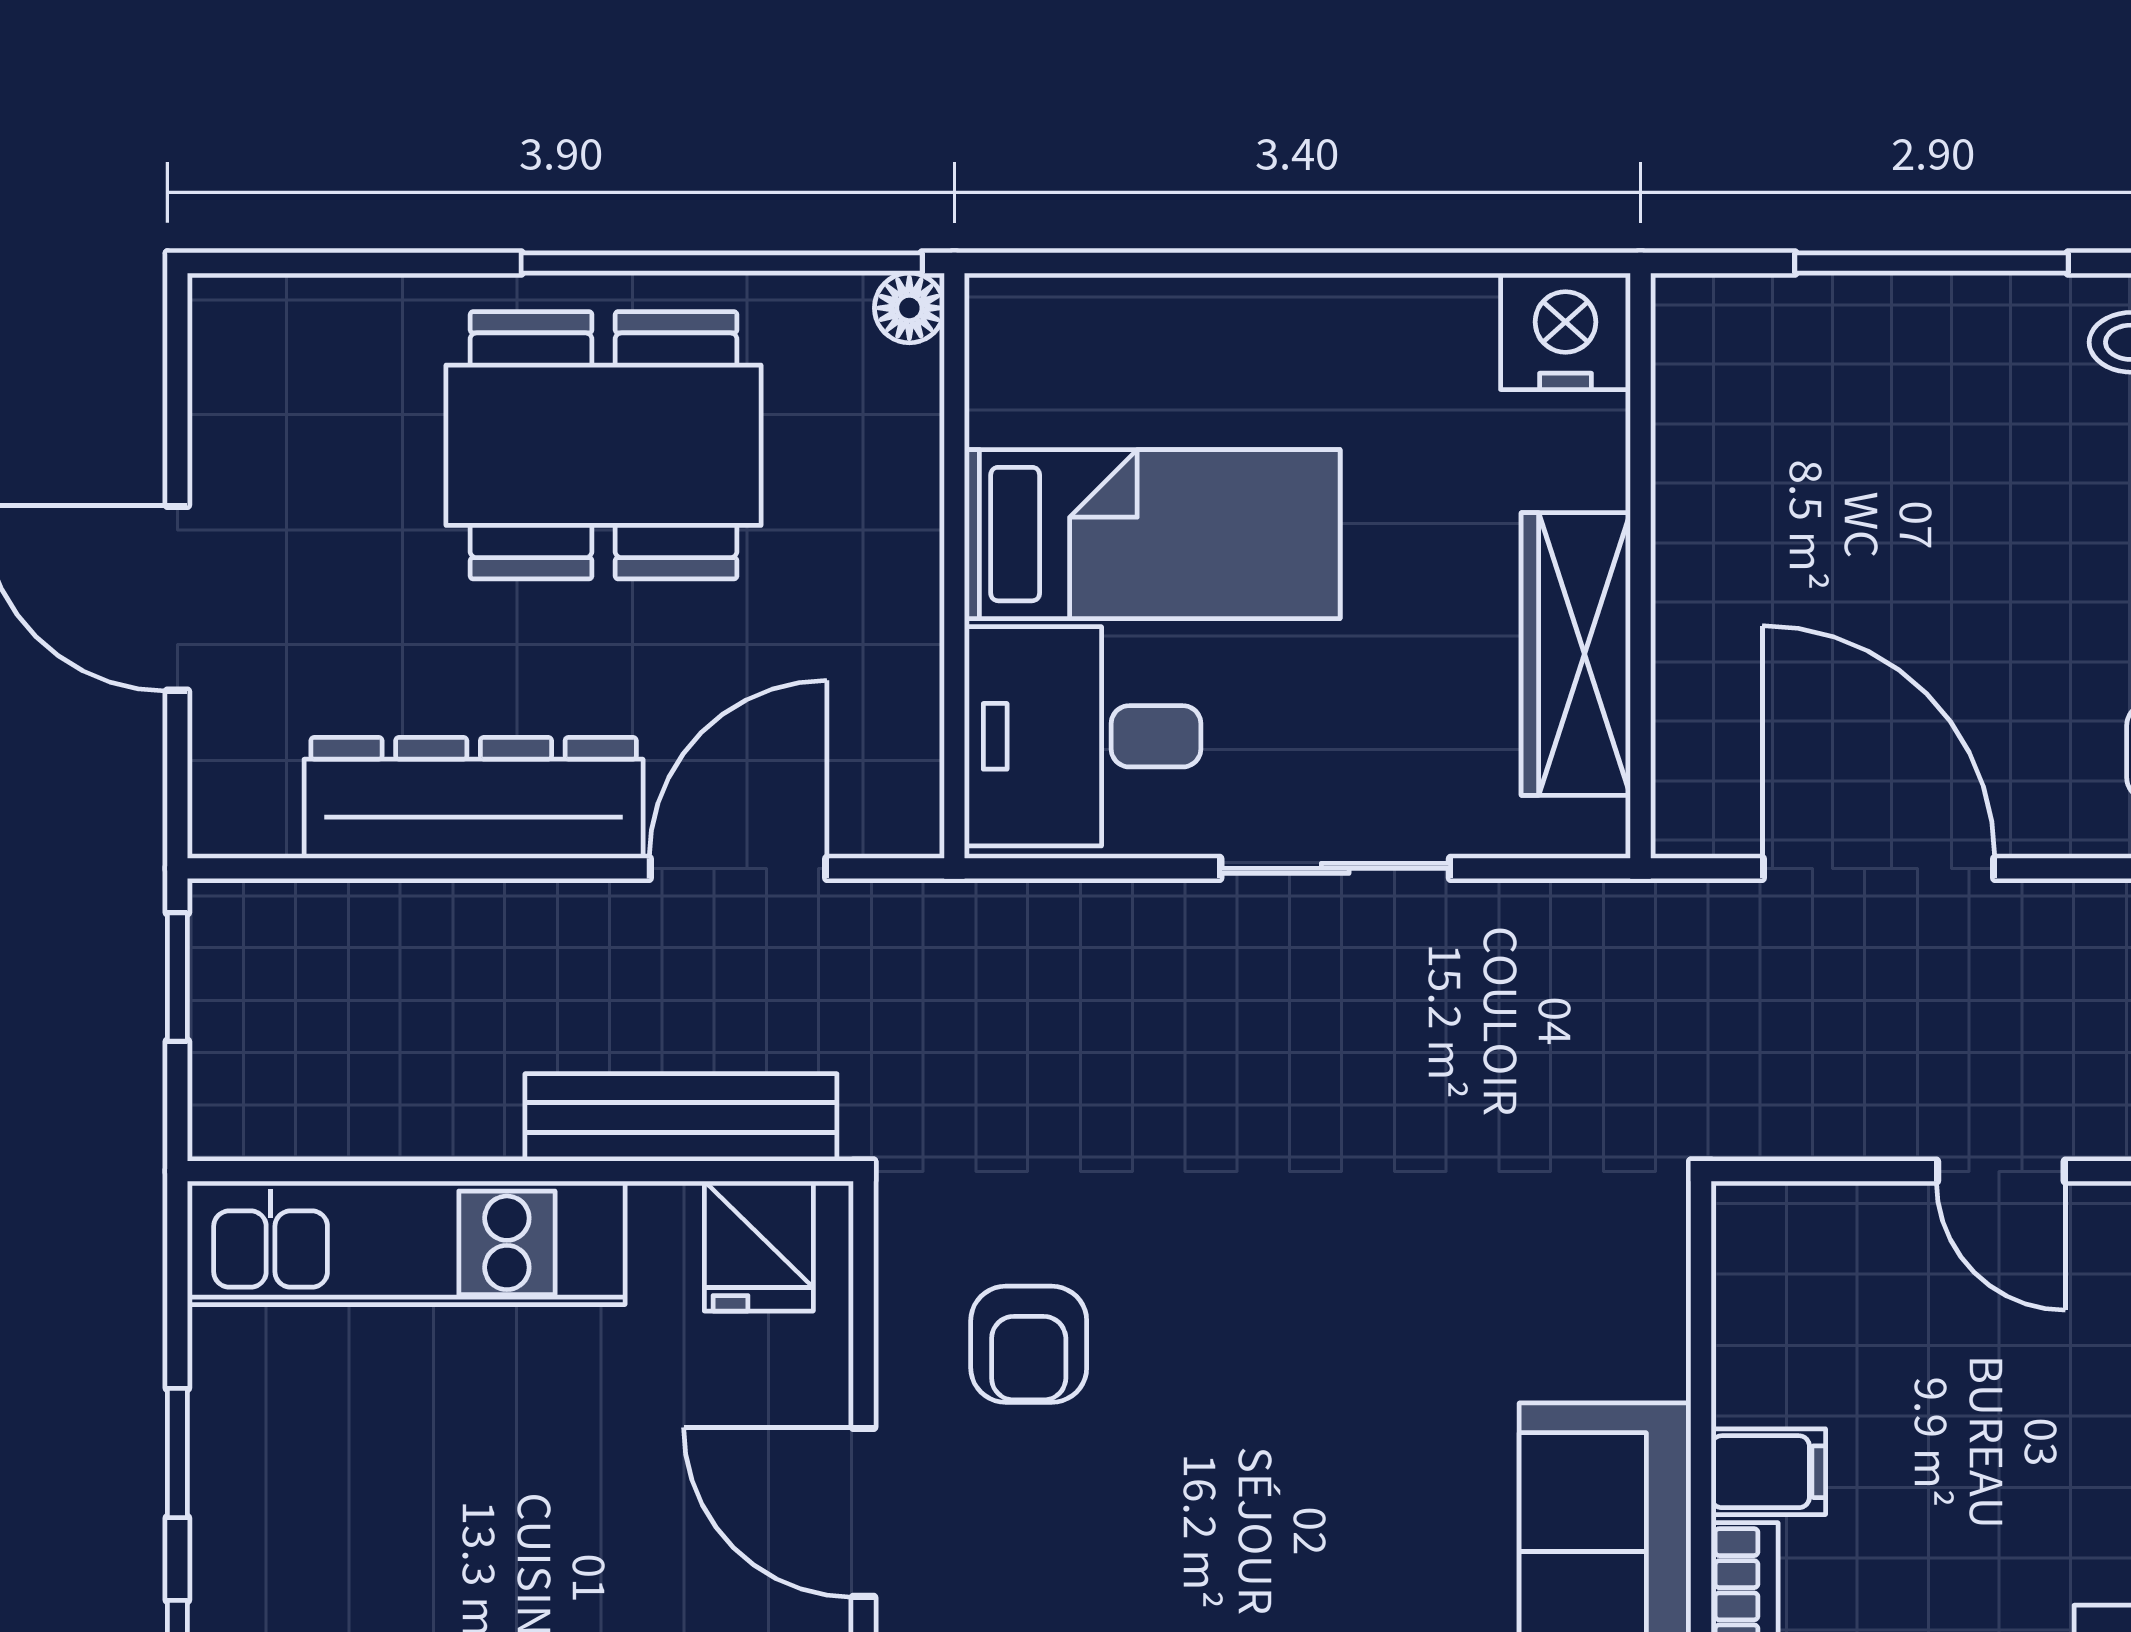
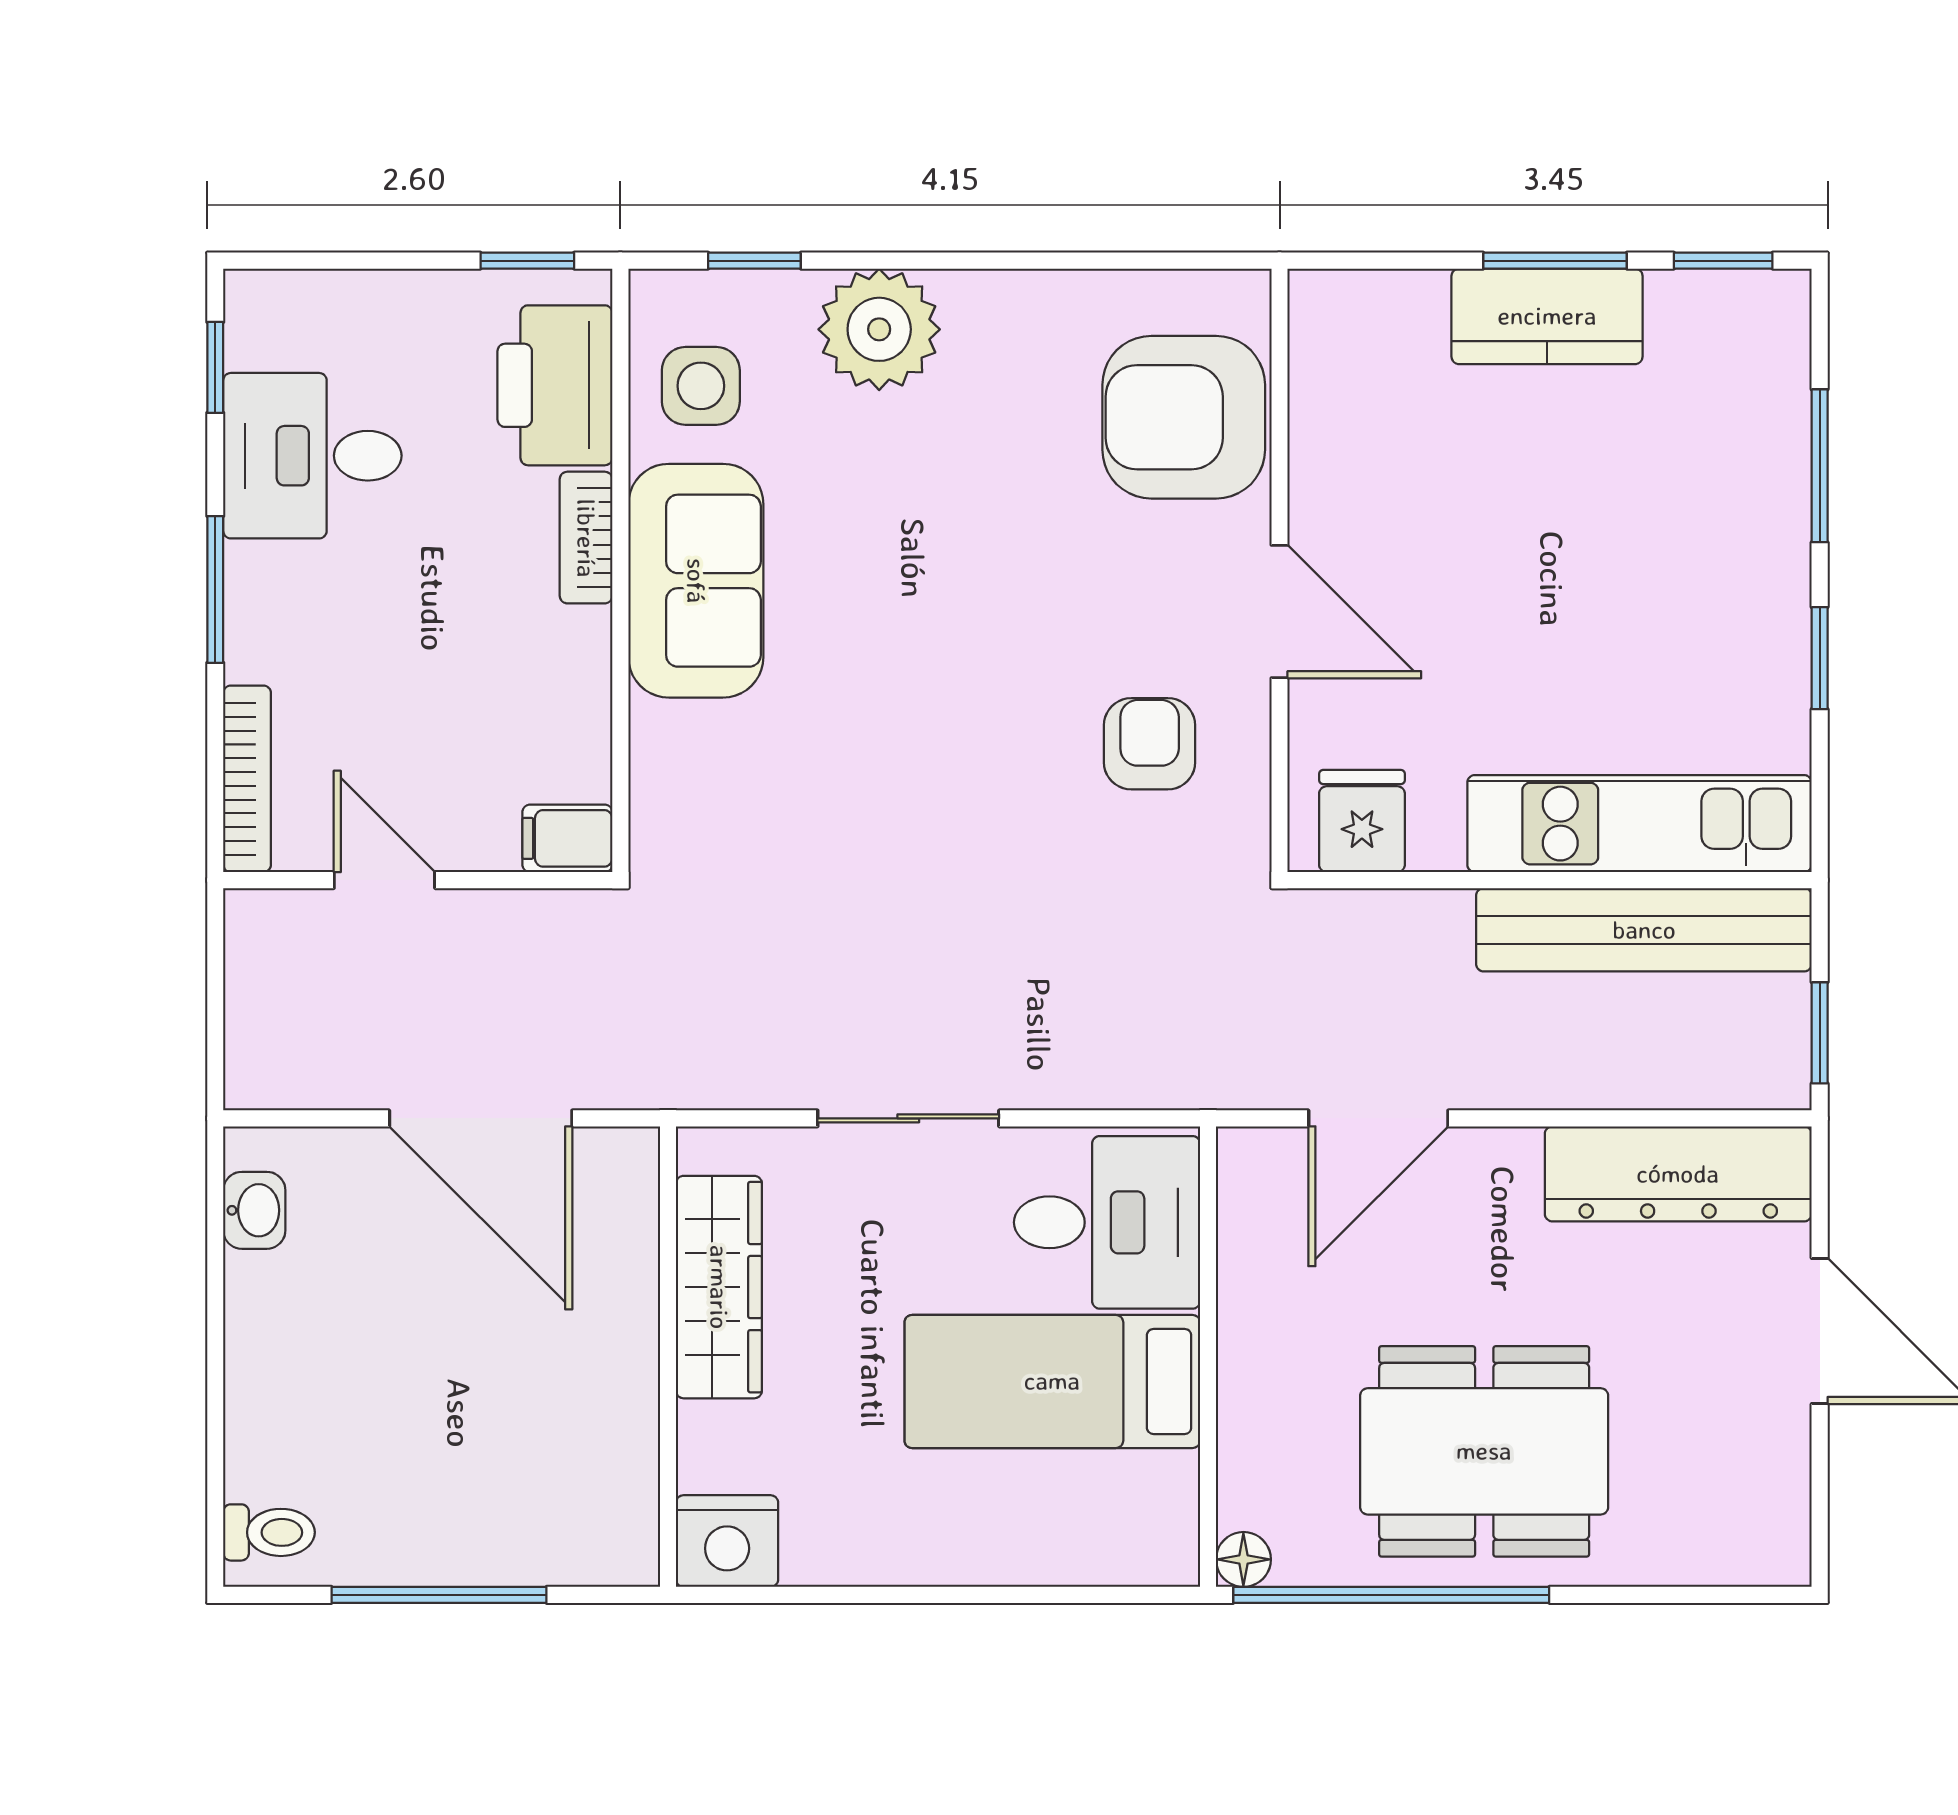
dresser: (474, 798) -> (1678, 1174), moved
bench: (681, 1117) -> (1644, 930), moved, width x1.37, depth x1.21
filing cabinet: (1768, 1472) -> (567, 838), moved

